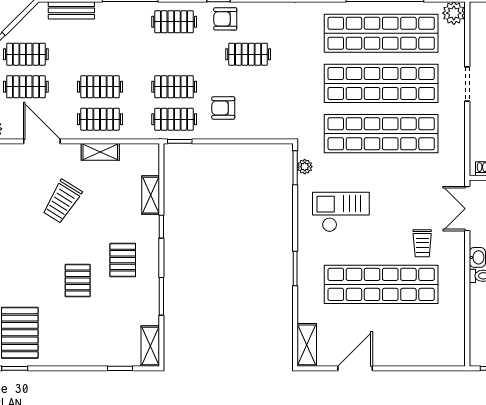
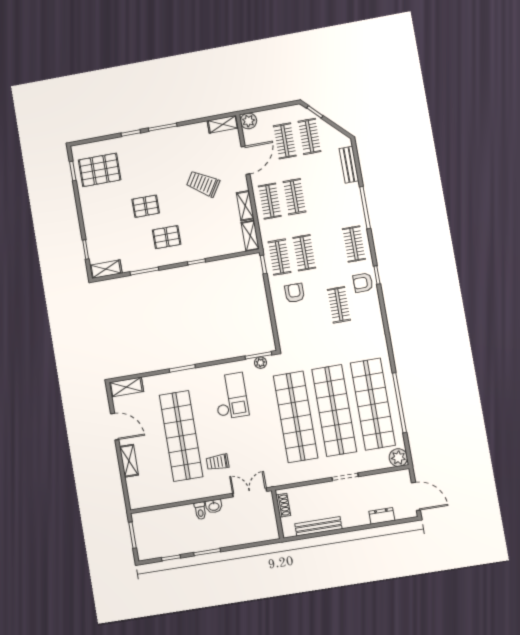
armchair: (225, 19) -> (363, 283), turned -90
shelving: (151, 195) -> (250, 236), moved, turned 90
shelving: (402, 357) -> (129, 461), added

